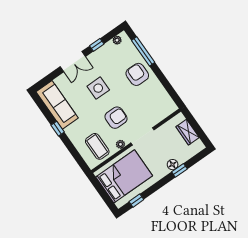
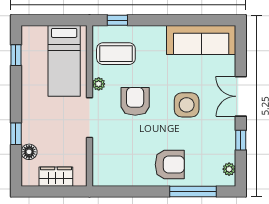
armchair: (116, 118) -> (135, 101), turned 180
window: (58, 129) -> (117, 20), moved
floor lamp: (173, 165) -> (29, 152), moved
bed: (124, 176) -> (64, 61), width x0.67

